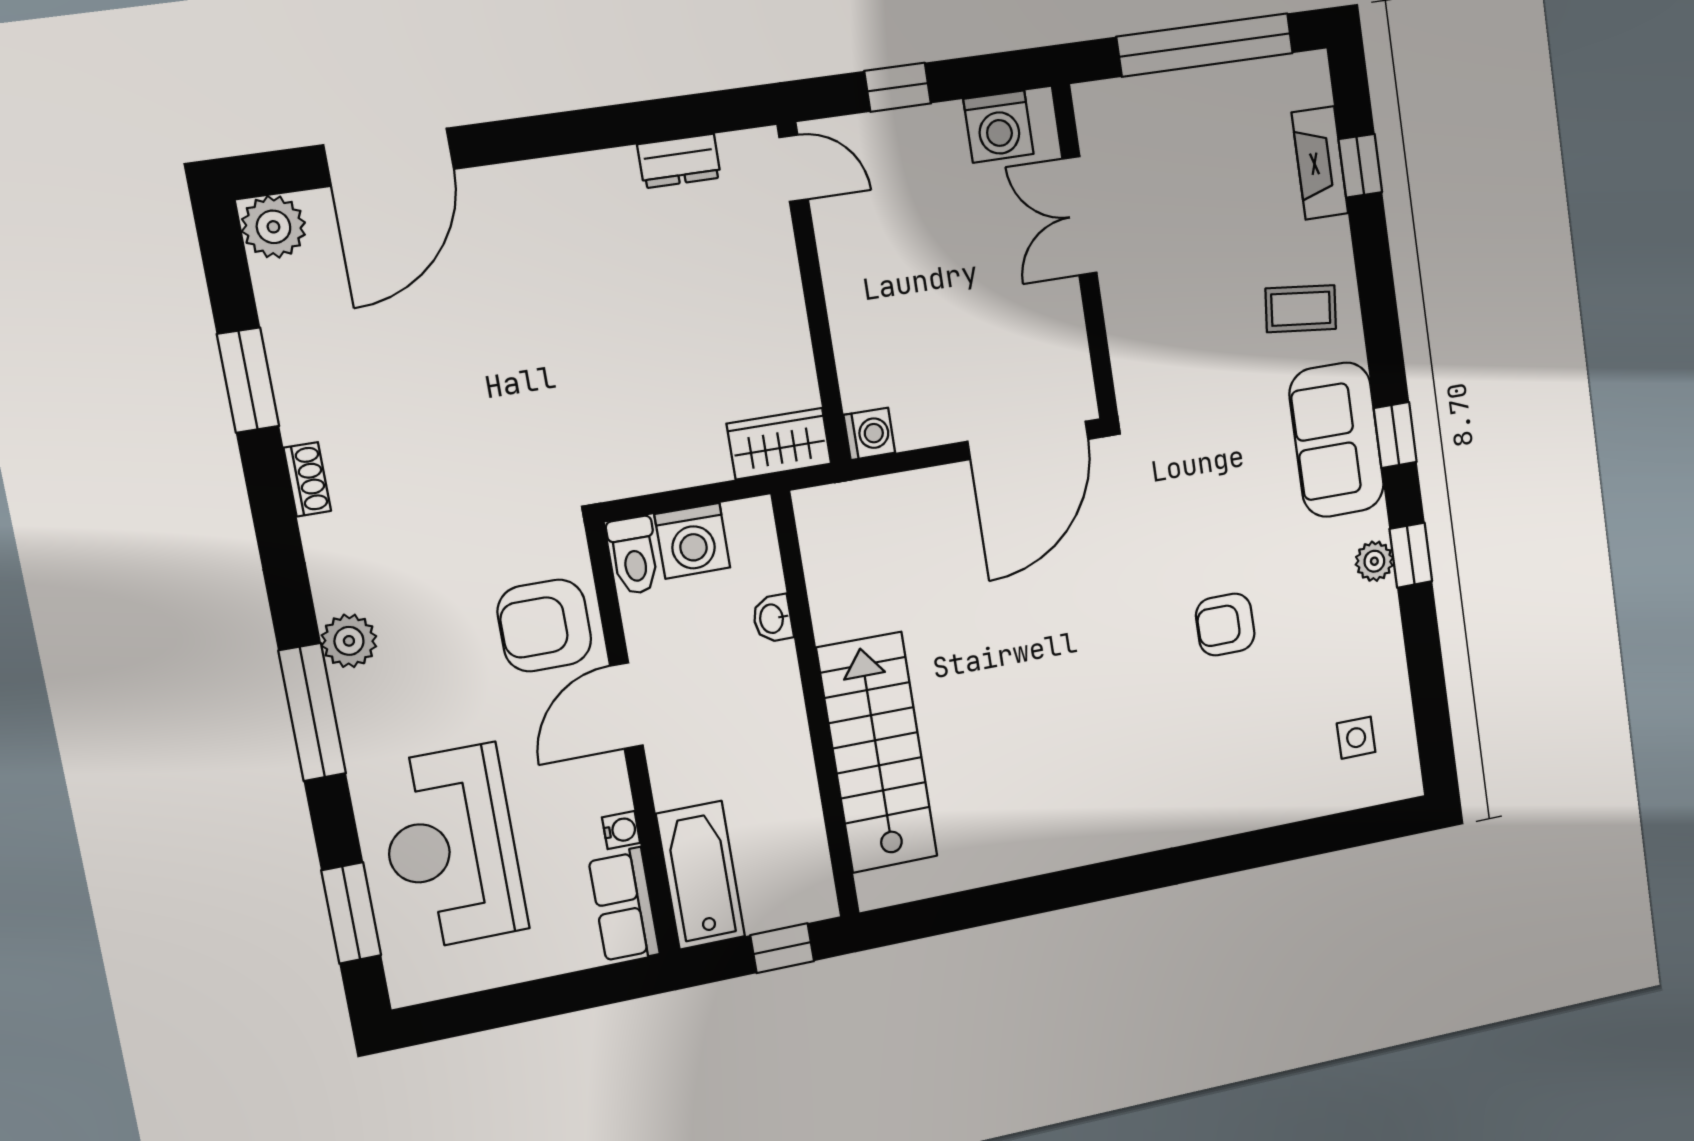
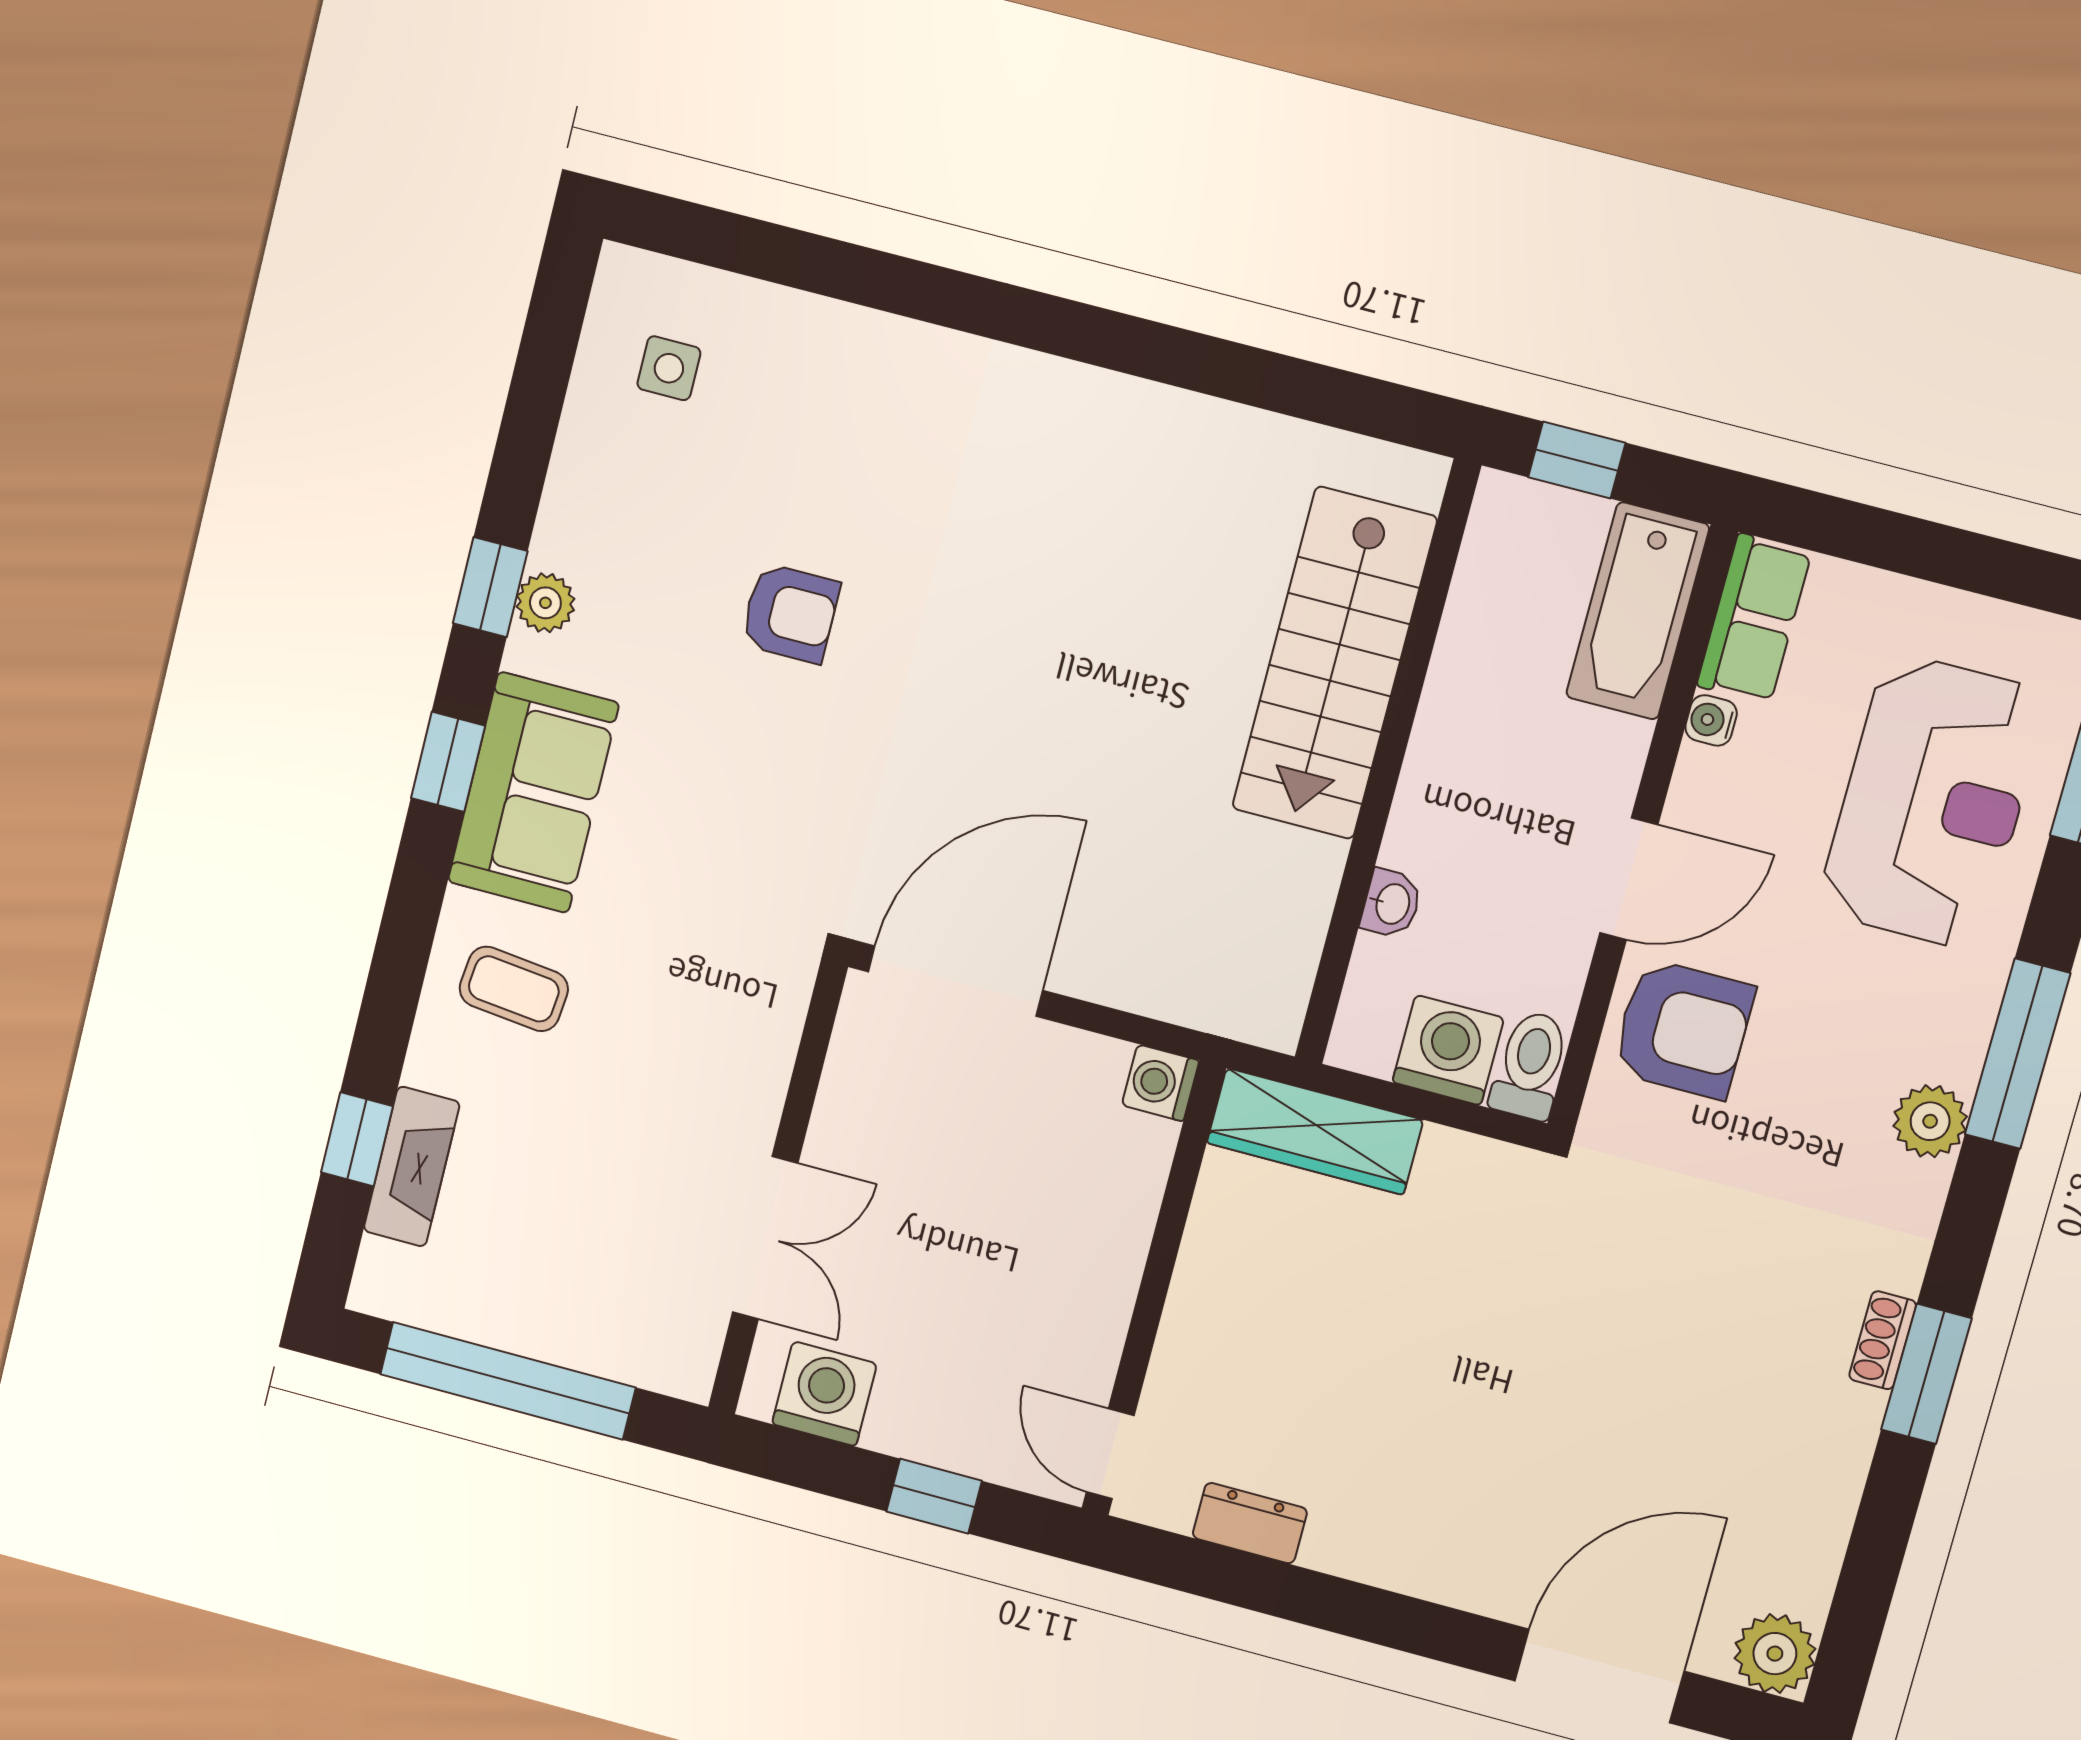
window: (248, 380) -> (1926, 1374), moved
wardrobe: (779, 444) -> (1315, 1131), width x1.50

